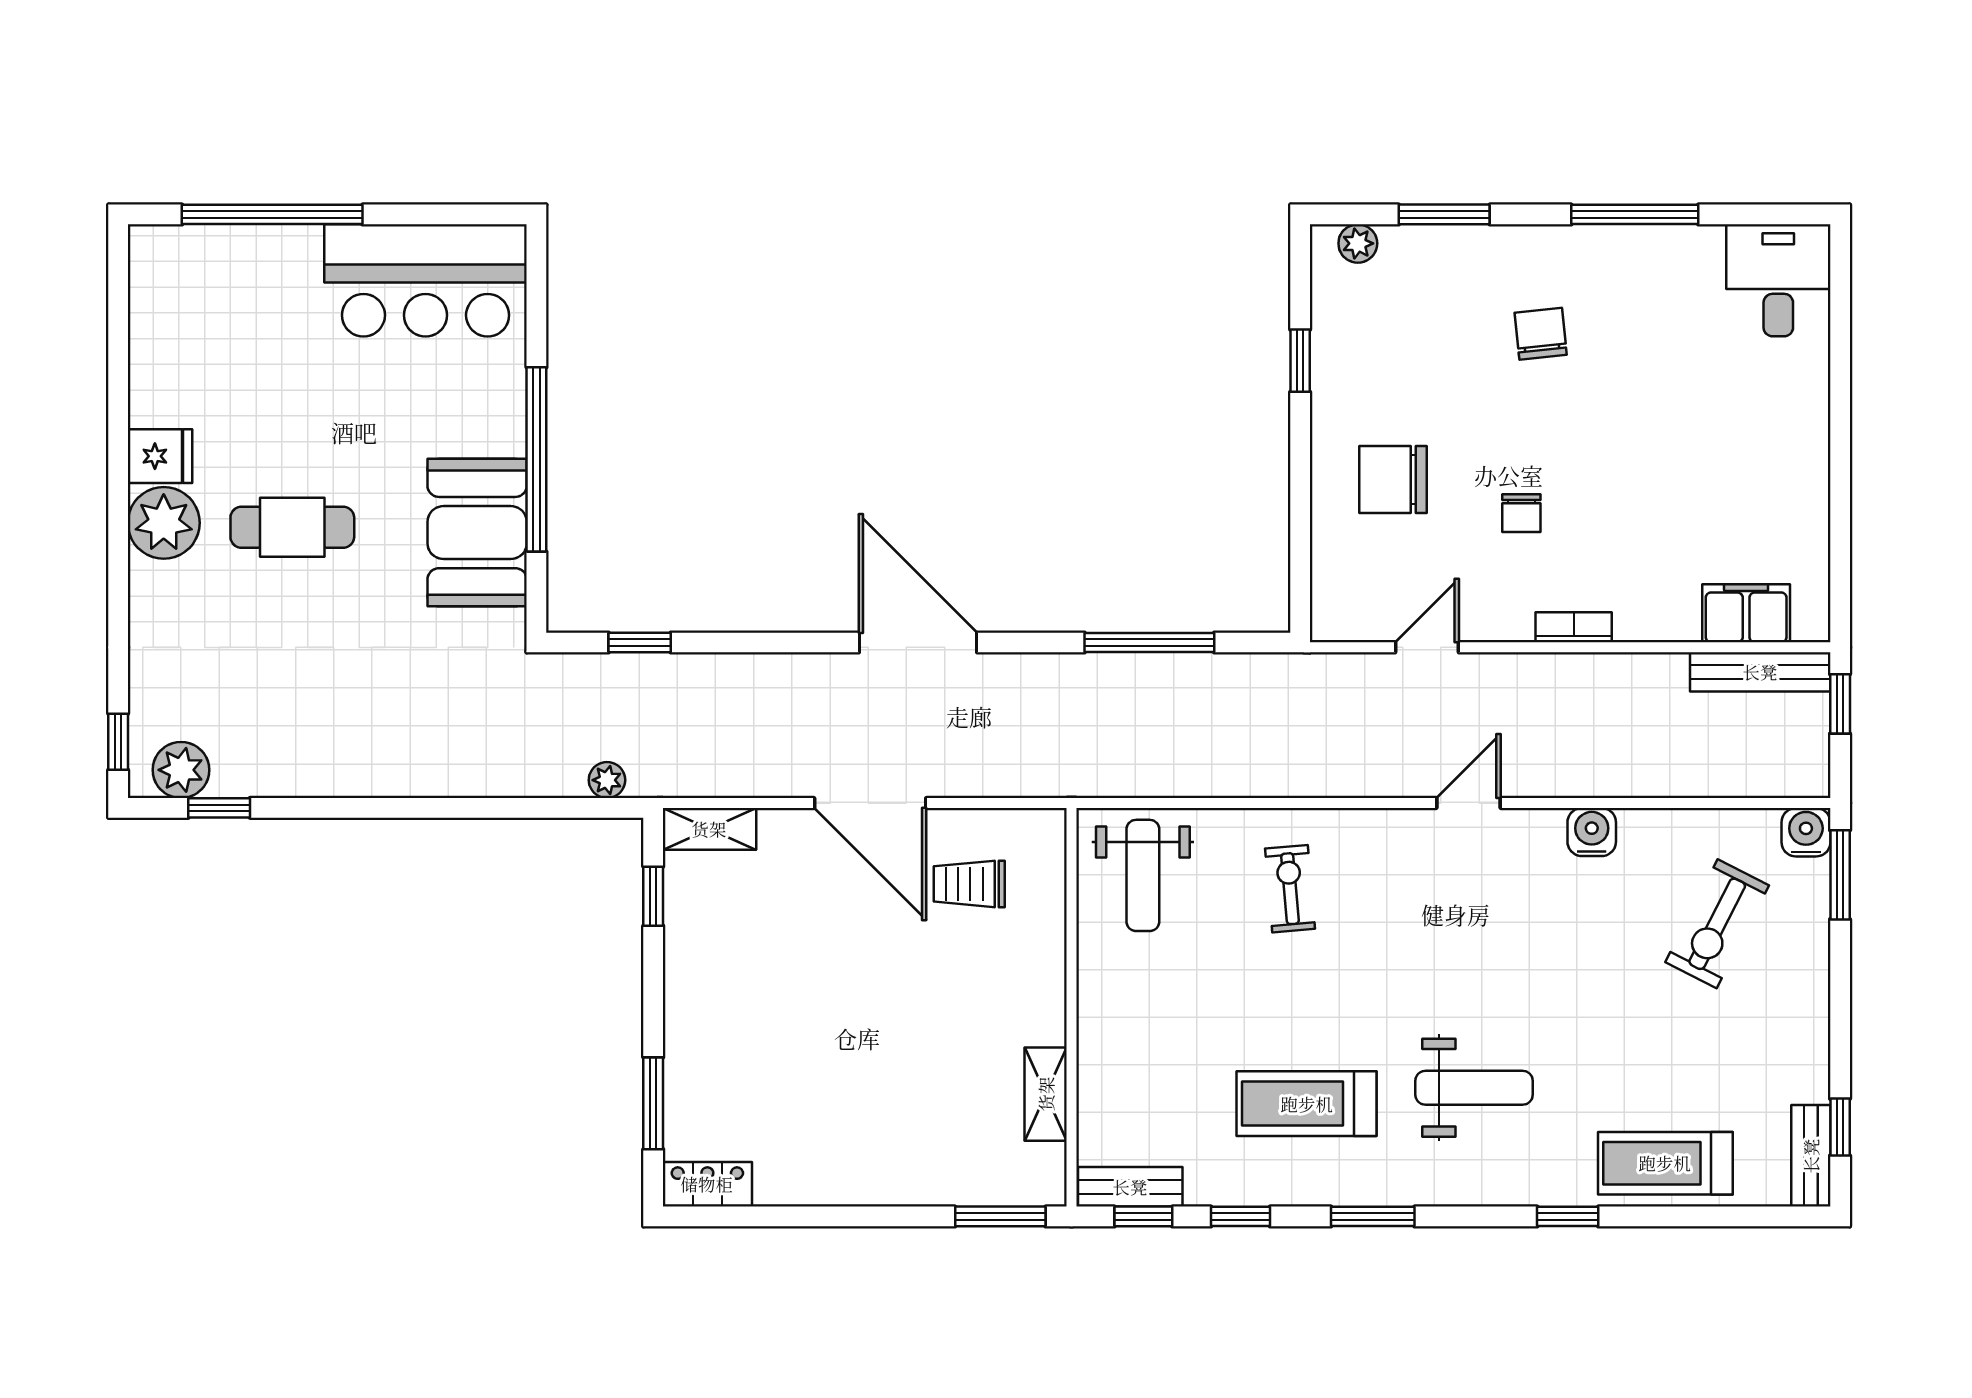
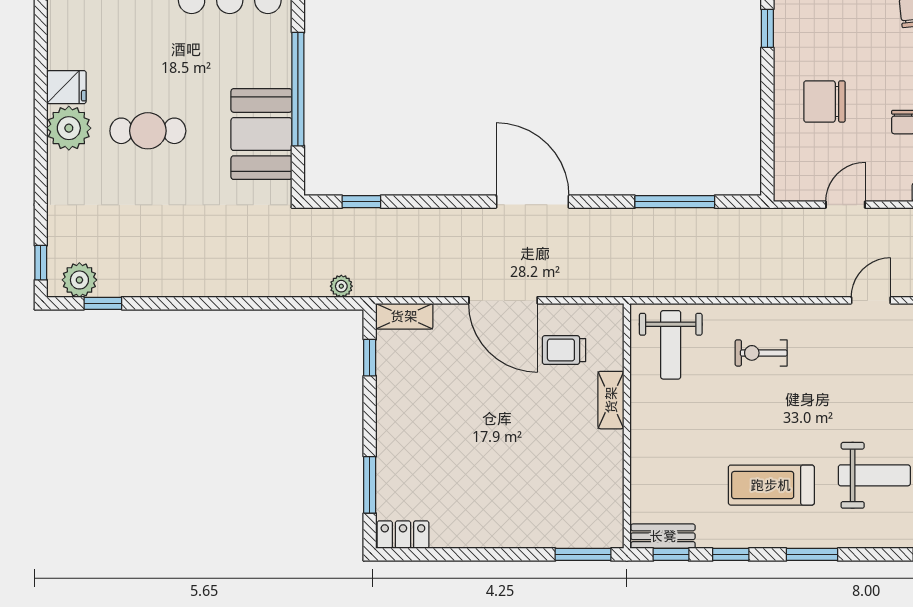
exercise bike: (1290, 889) -> (761, 353), turned -85
shelving: (1046, 1094) -> (611, 400), moved

